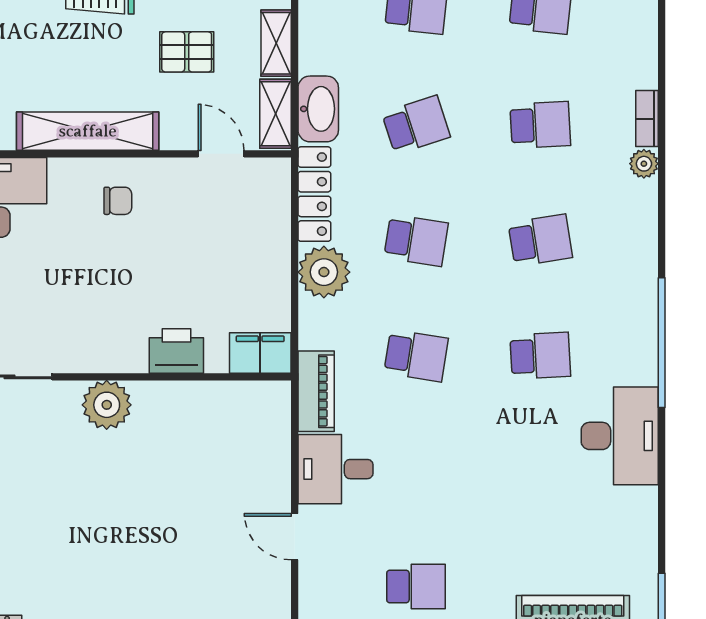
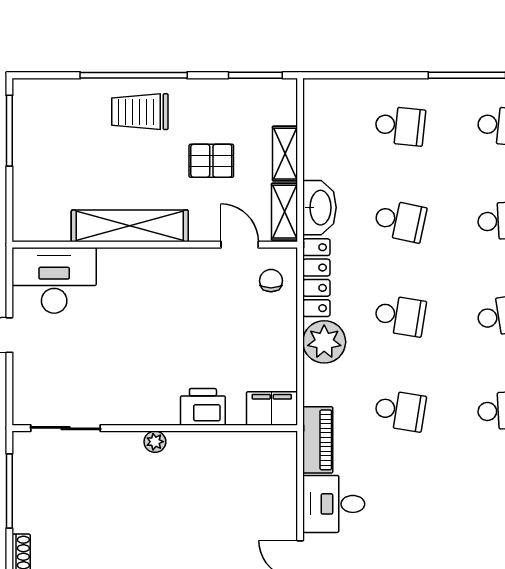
school desk: (416, 125) -> (400, 221), turned 30
chair: (118, 201) -> (271, 281), moved, turned -90
plant: (107, 405) -> (155, 442), width x0.53, depth x0.53

